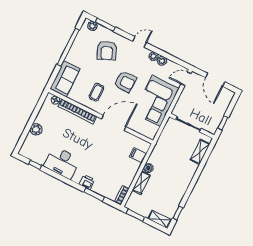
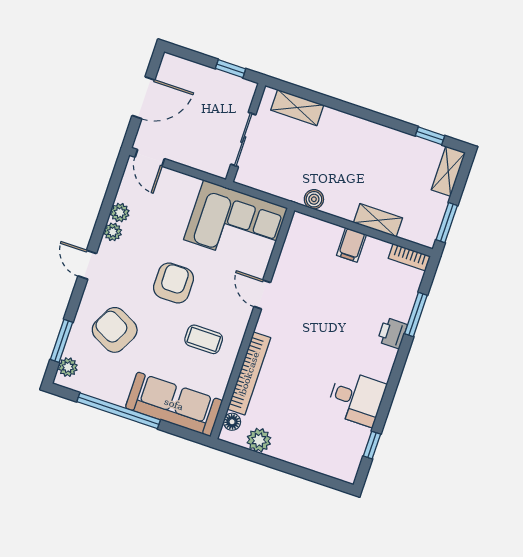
armchair: (107, 51) -> (115, 330), turned -130
sofa: (65, 79) -> (174, 404), width x1.36
corner sofa: (156, 101) -> (236, 224), moved
door: (114, 123) -> (262, 295), width x0.53
plant: (36, 129) -> (259, 440), moved
filing cabinet: (138, 155) -> (351, 245), moved
desk: (62, 163) -> (356, 398), width x0.73
boiler: (148, 168) -> (314, 199), moved

